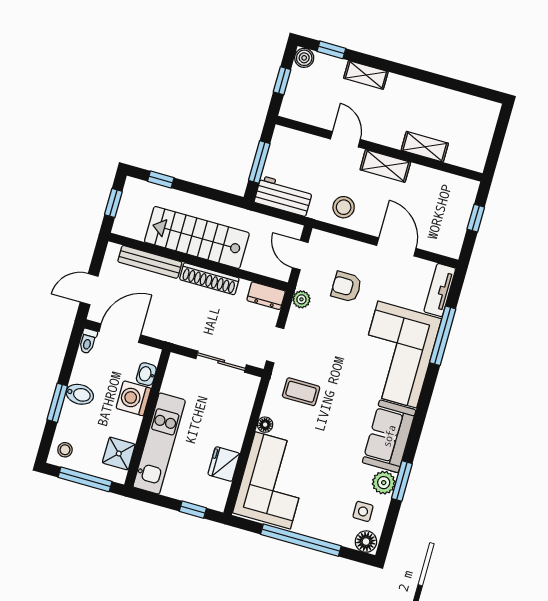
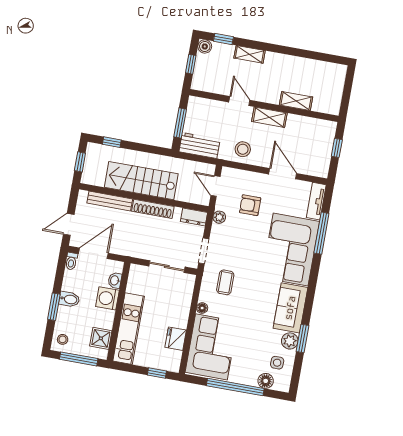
coffee table: (301, 392) -> (225, 282), turned 90
floor lamp: (366, 542) -> (266, 381), moved

